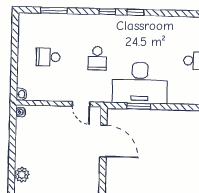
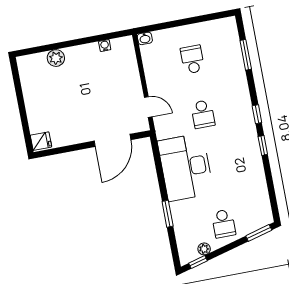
school desk: (97, 58) -> (203, 114), turned -90
door: (81, 104) -> (148, 107), swing flipped
window: (139, 106) -> (168, 214), moved
water cooler: (20, 112) -> (105, 46), moved

